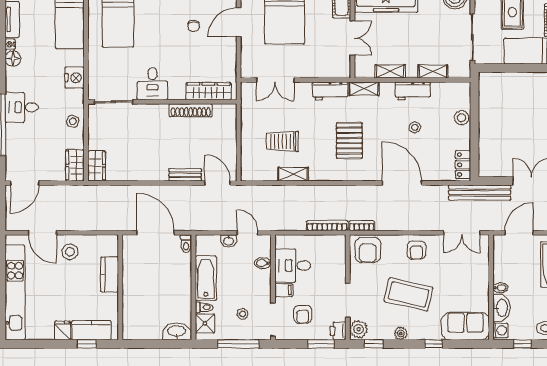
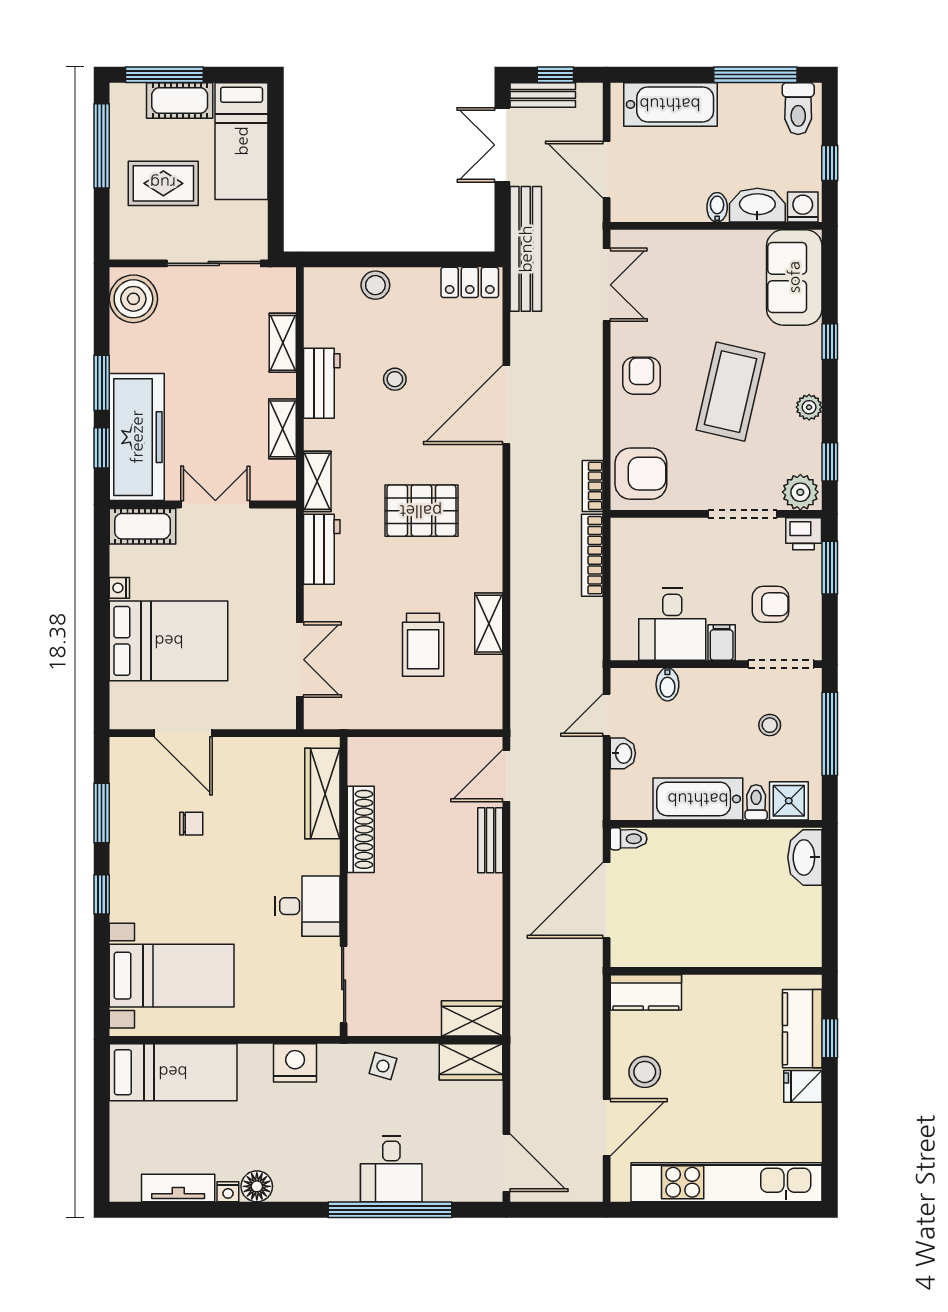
desk: (22, 107) -> (391, 1169), moved
armchair: (416, 250) -> (642, 376), turned -90
kitchen counter: (109, 274) -> (646, 992), moved

